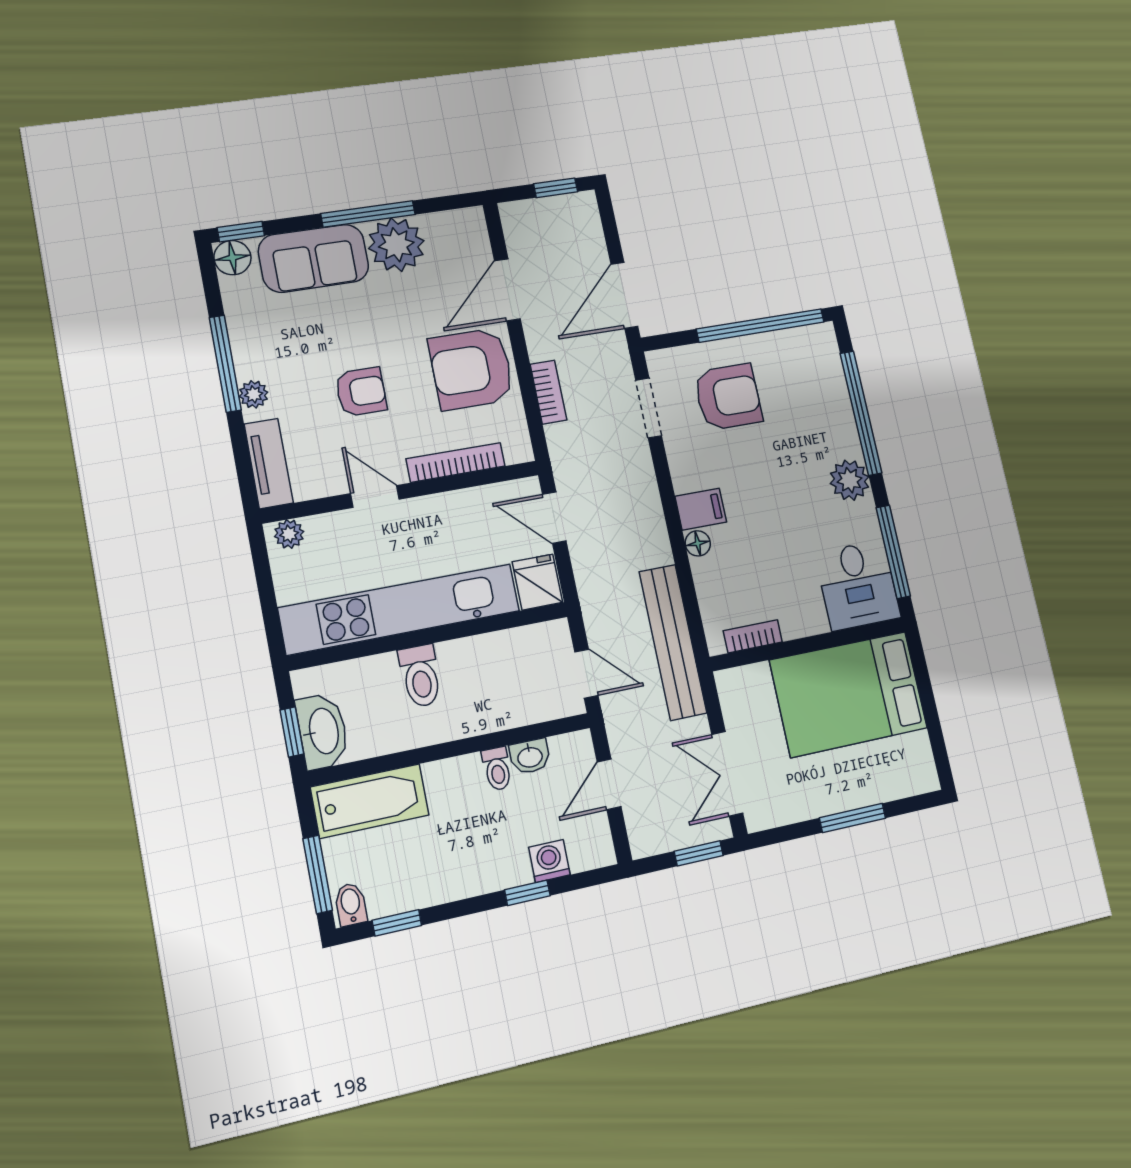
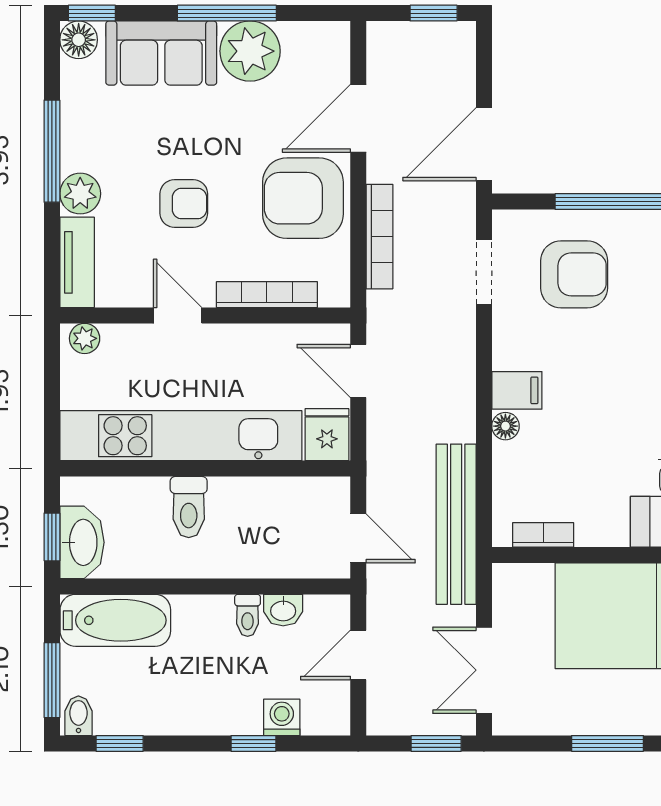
bookcase: (548, 392) -> (379, 237), width x1.56
plant: (254, 394) -> (80, 194), width x1.38, depth x1.38

